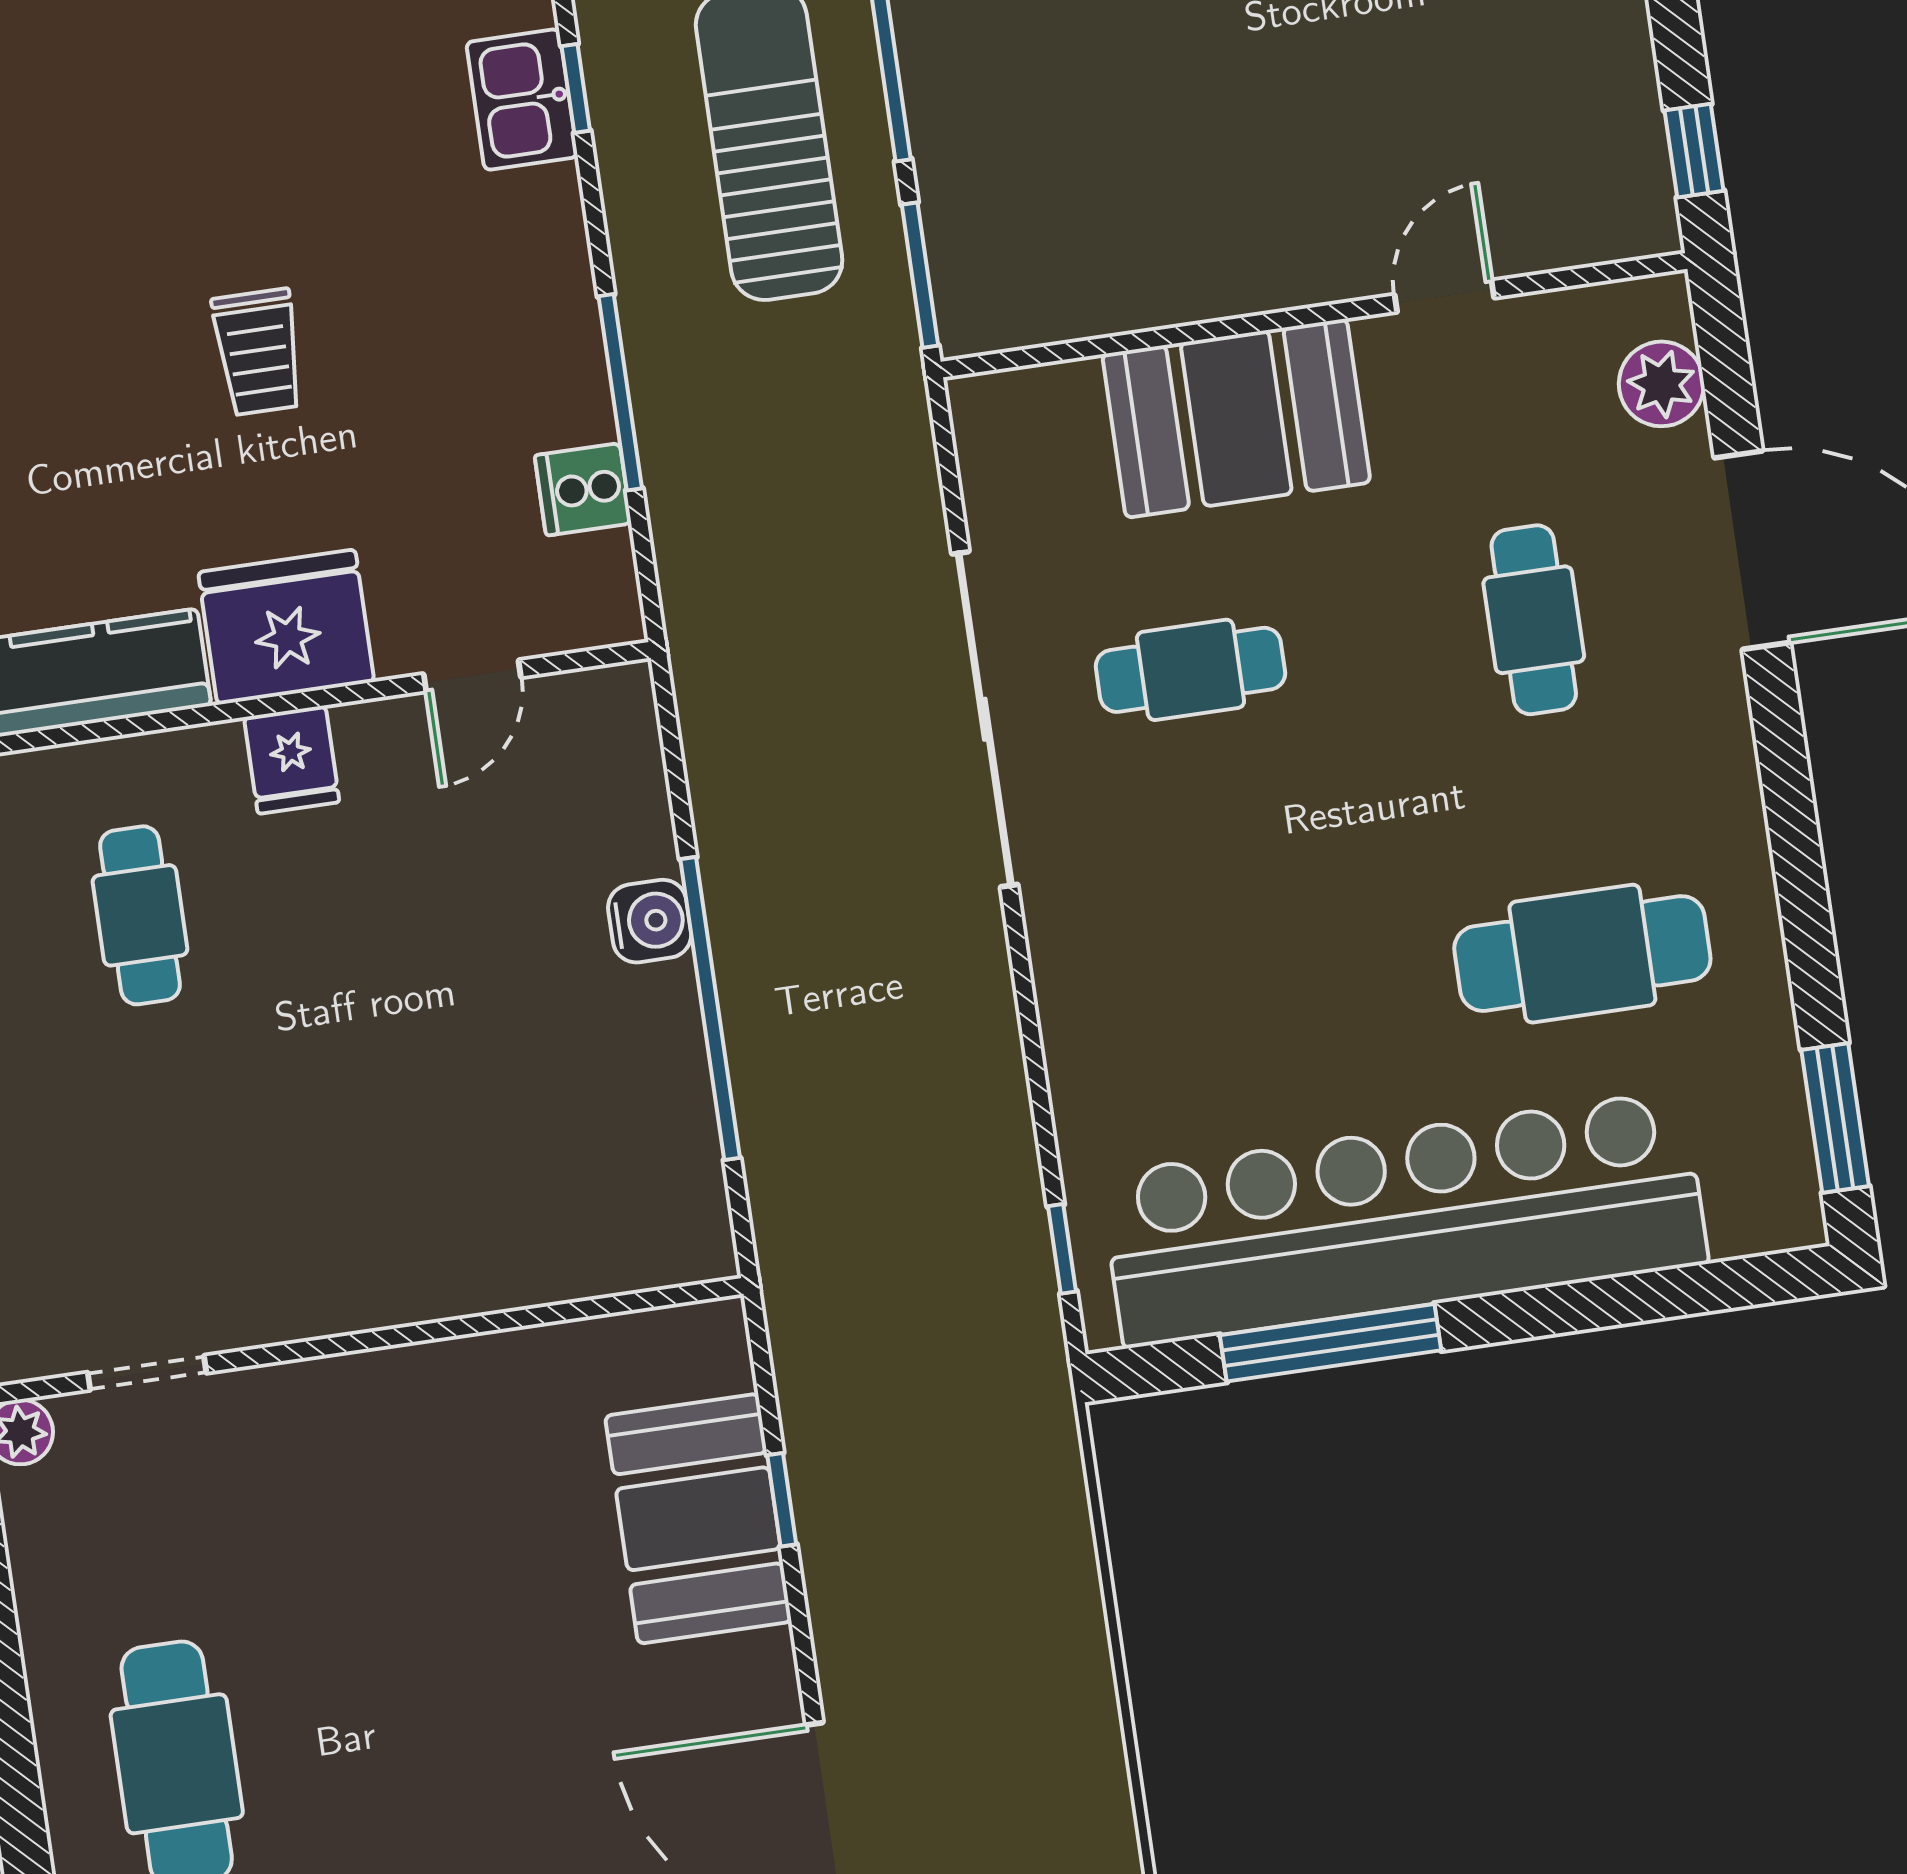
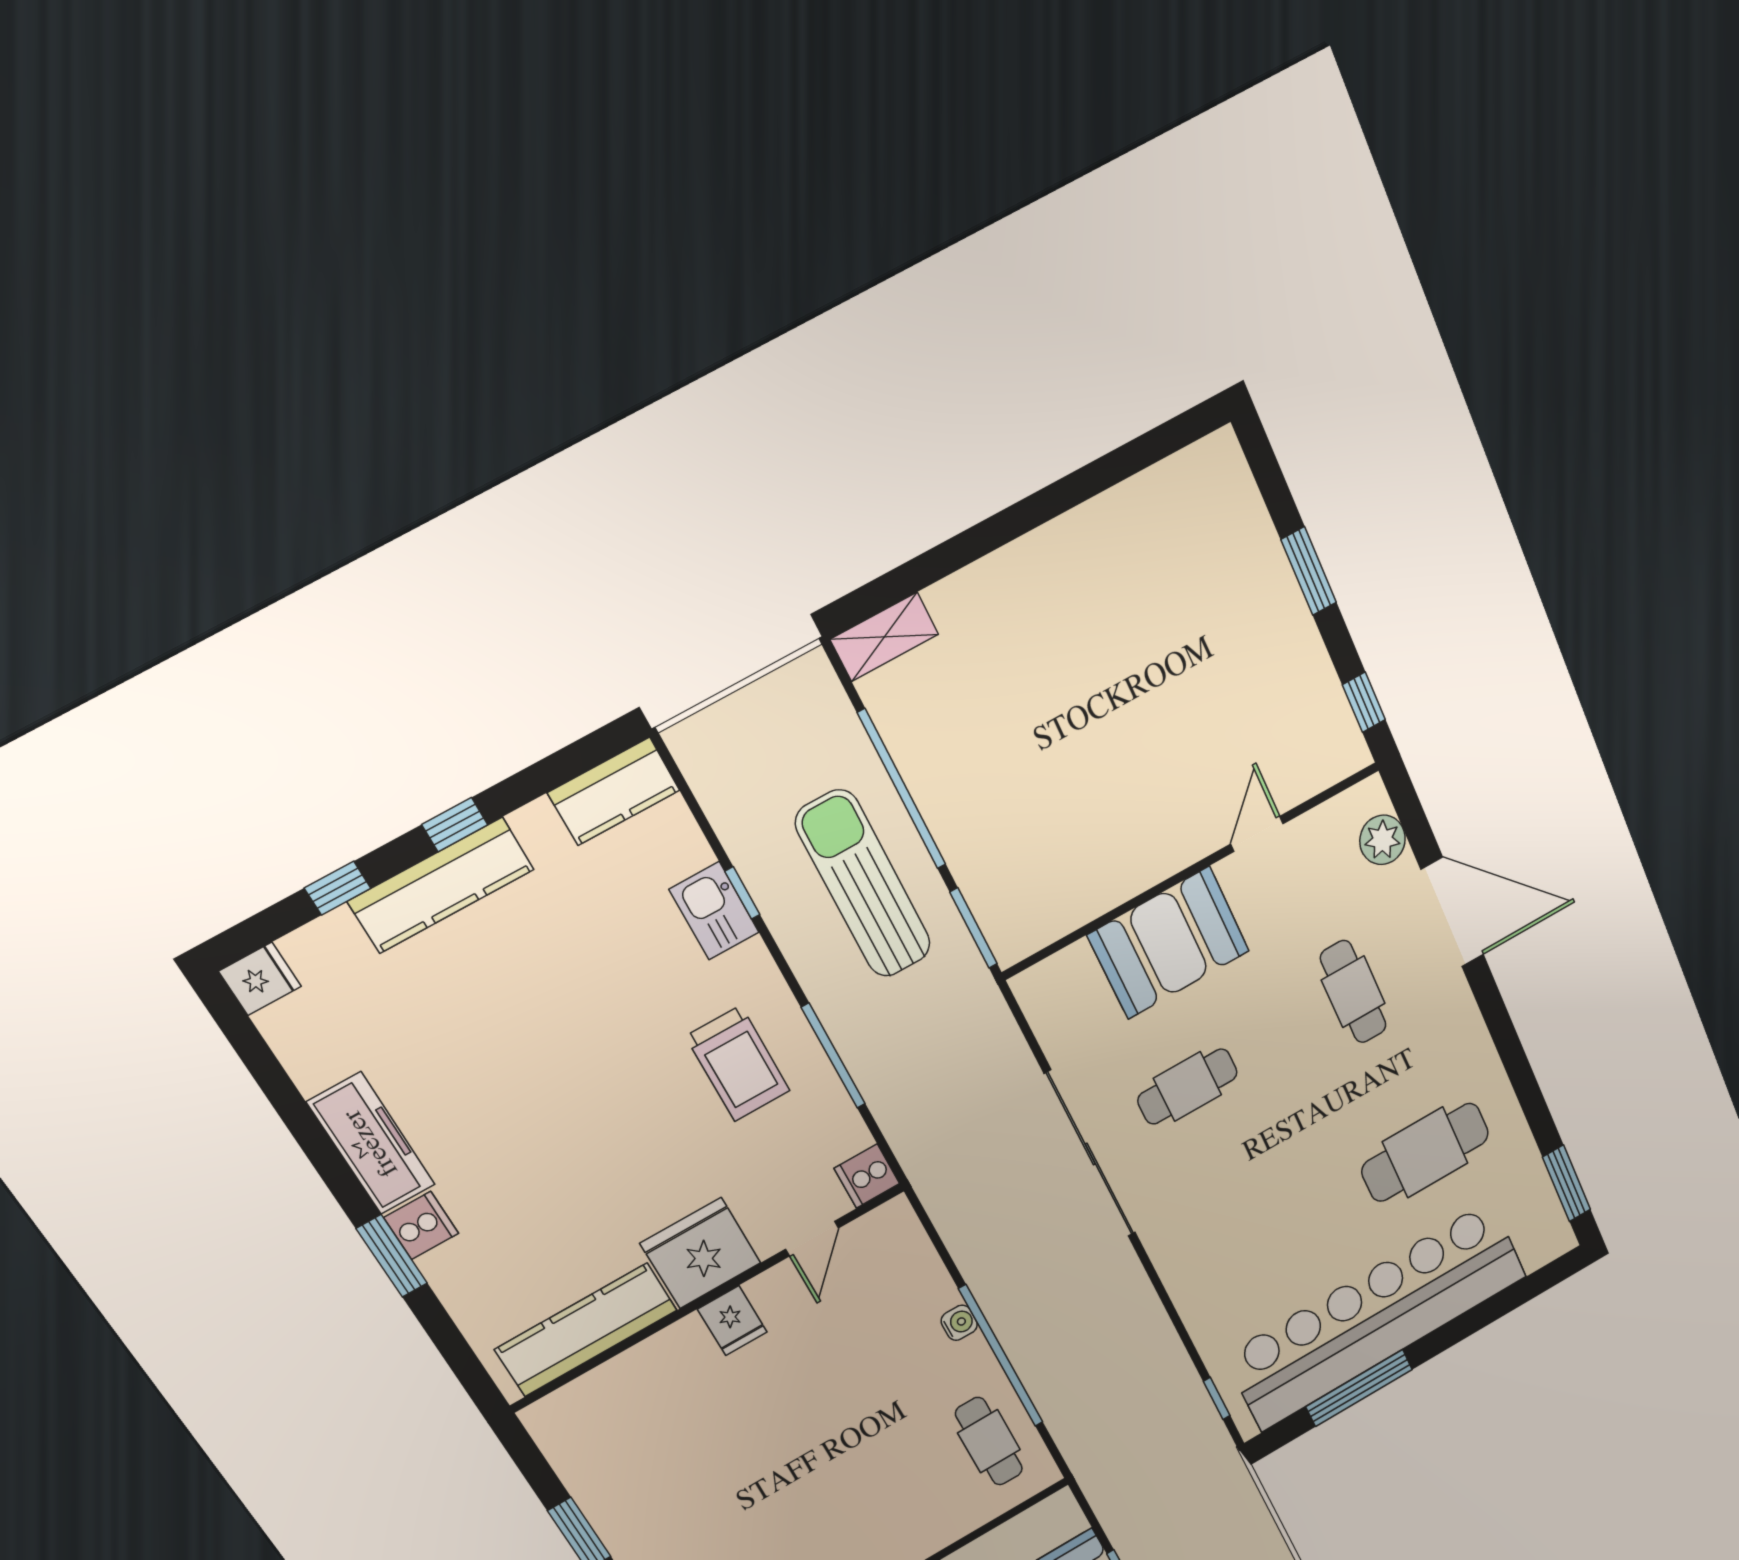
trolley: (258, 352) -> (738, 1064), moved, width x1.36, depth x1.39
cooker: (583, 489) -> (867, 1176), moved
cafe table: (140, 915) -> (989, 1441), moved
water cooler: (650, 921) -> (959, 1323), width x0.72, depth x0.72

